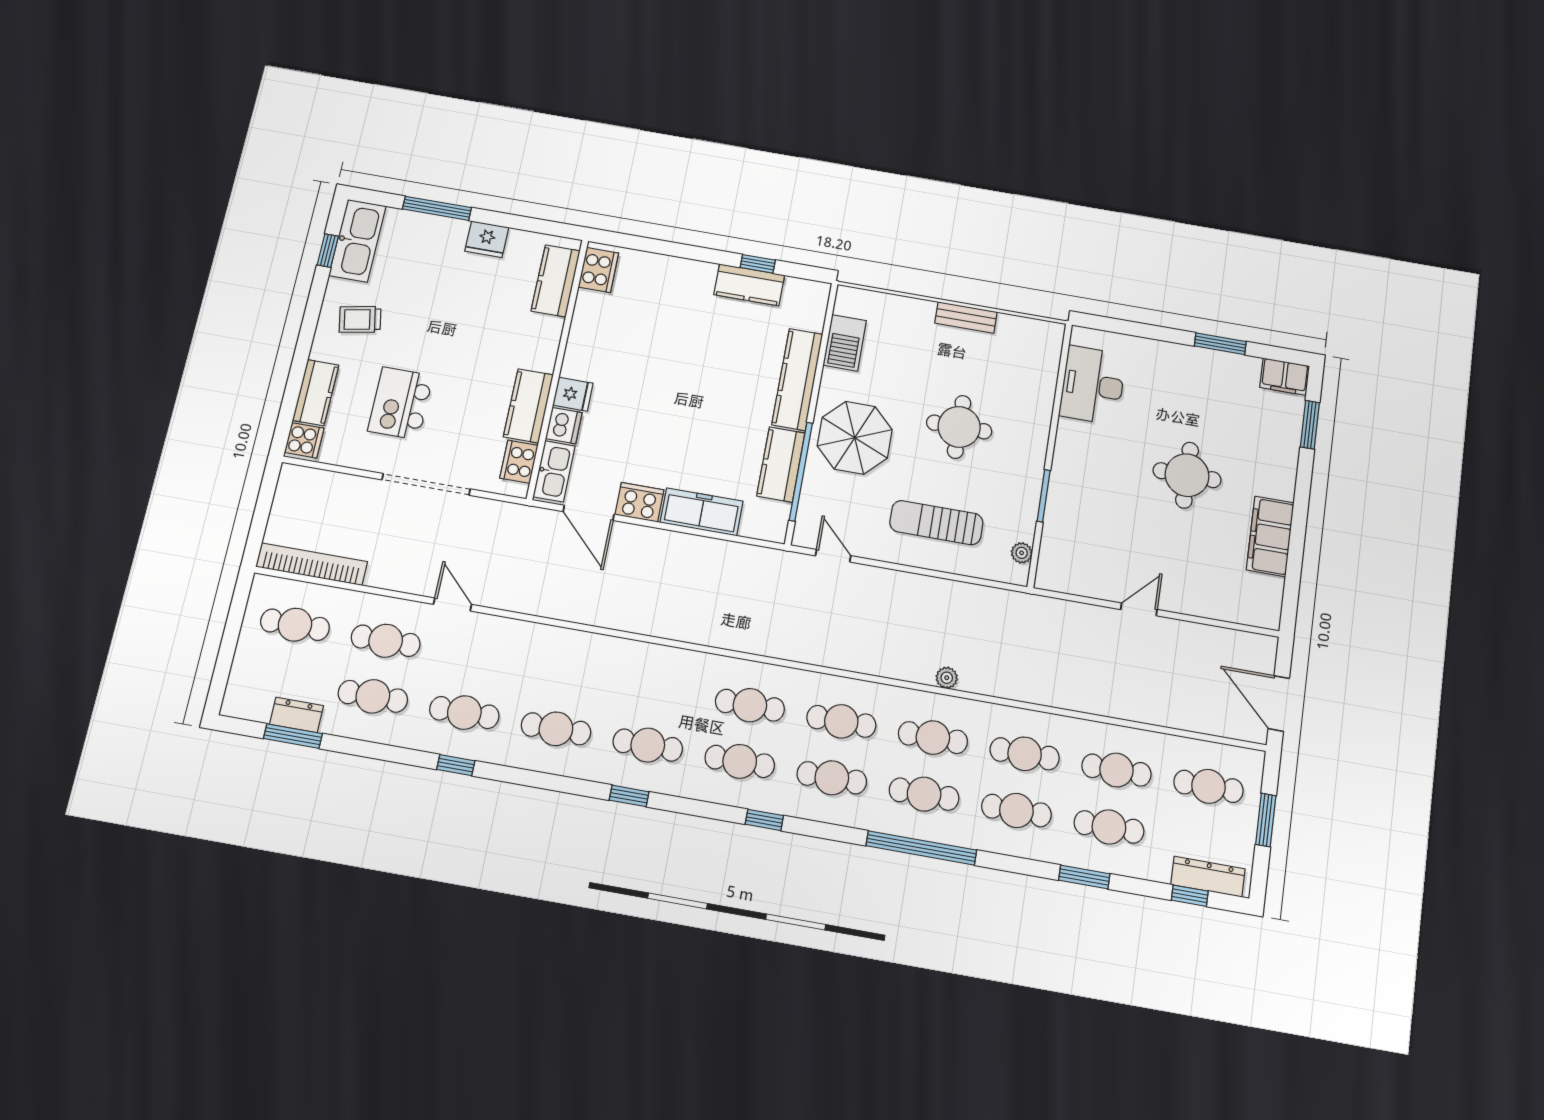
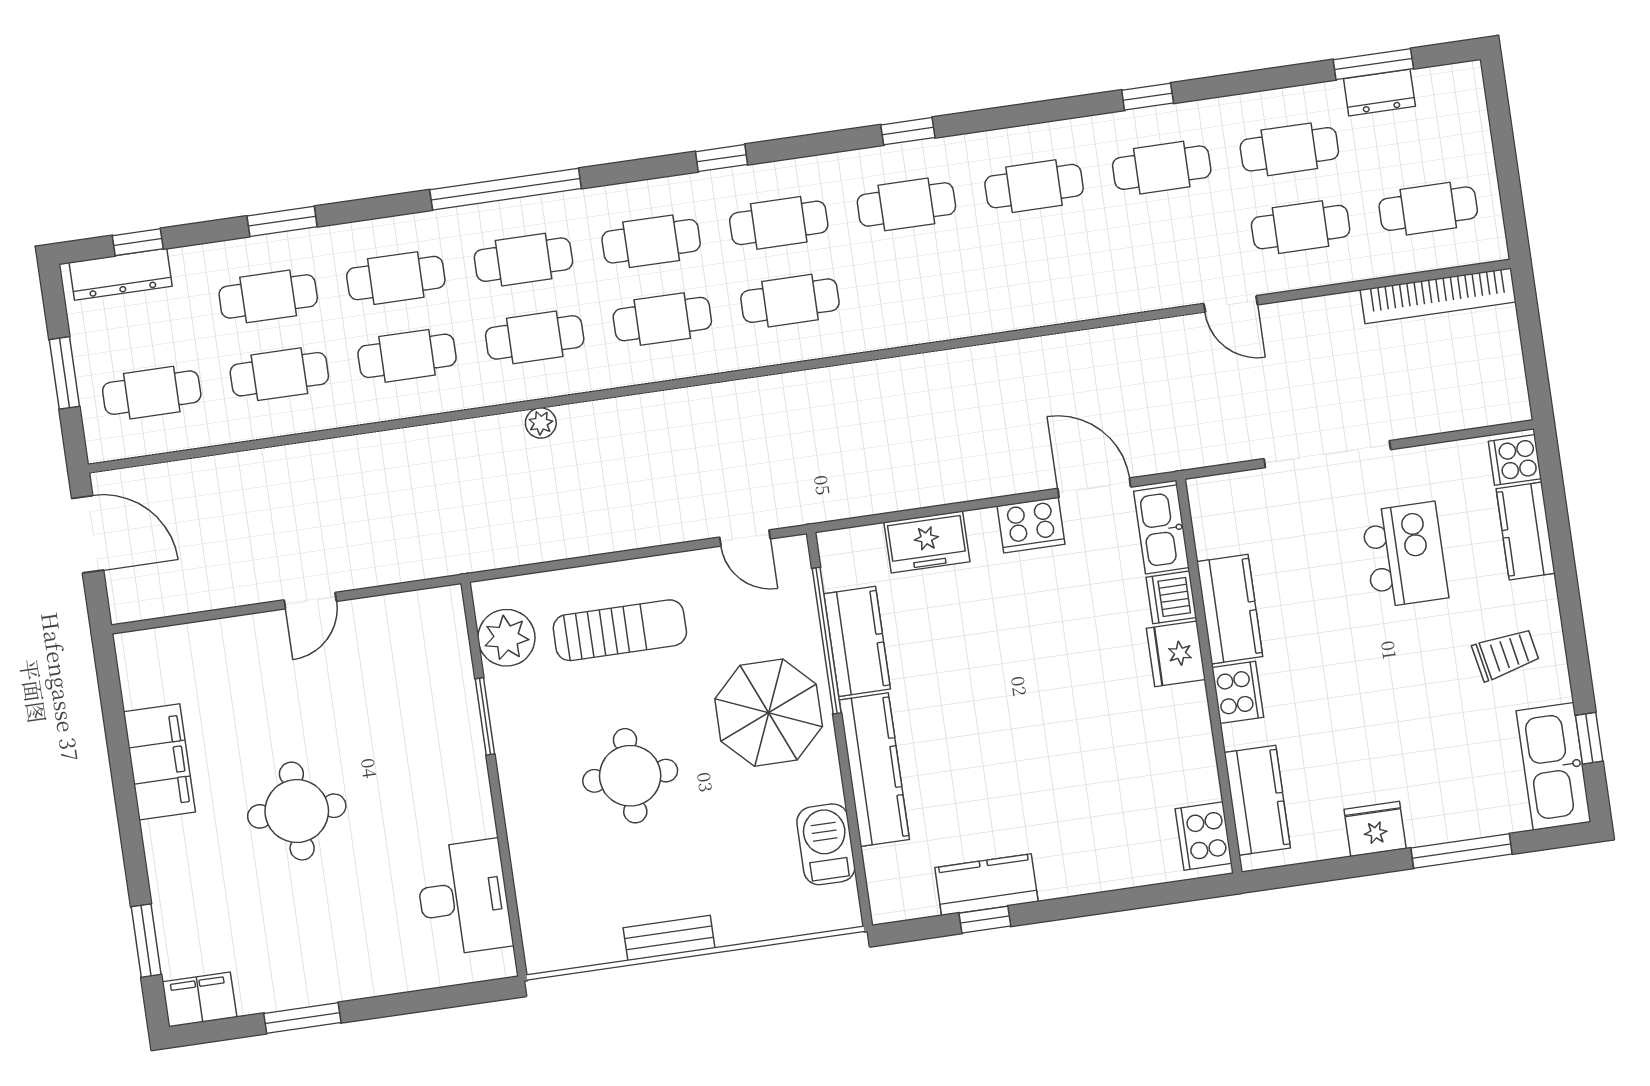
fridge: (573, 394) -> (1176, 654), width x1.38
cooker: (519, 462) -> (1238, 692), moved
freezer: (702, 512) -> (927, 542), width x0.71
plant: (1022, 553) -> (506, 638), width x1.88, depth x1.88

